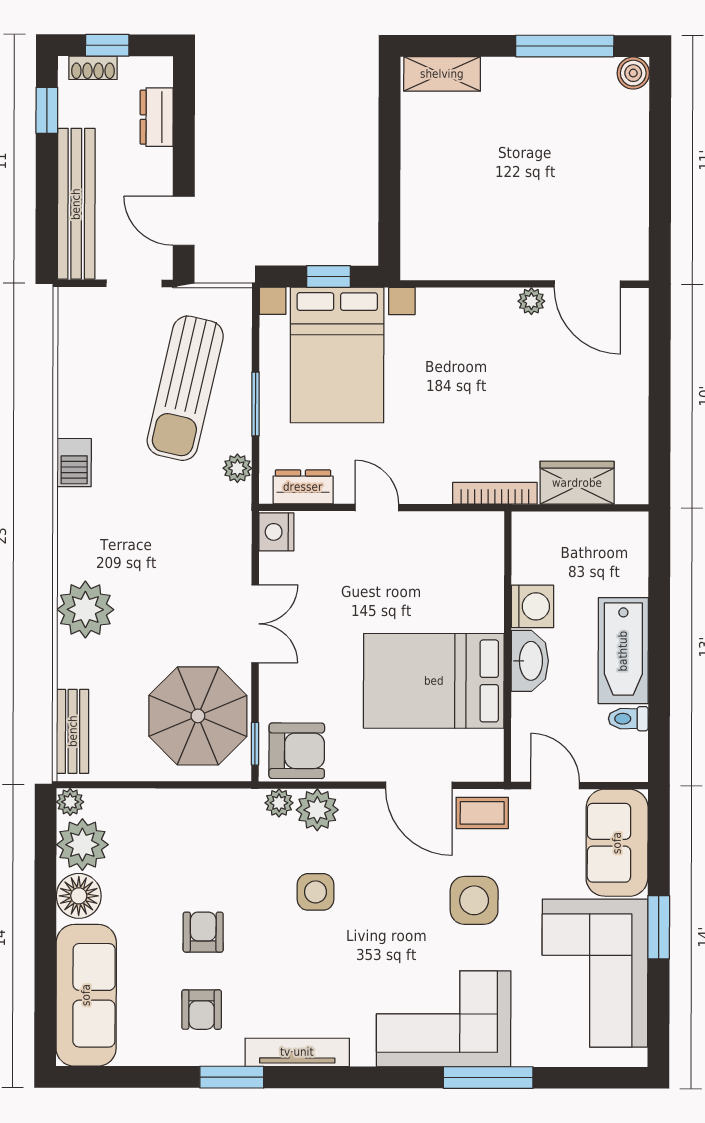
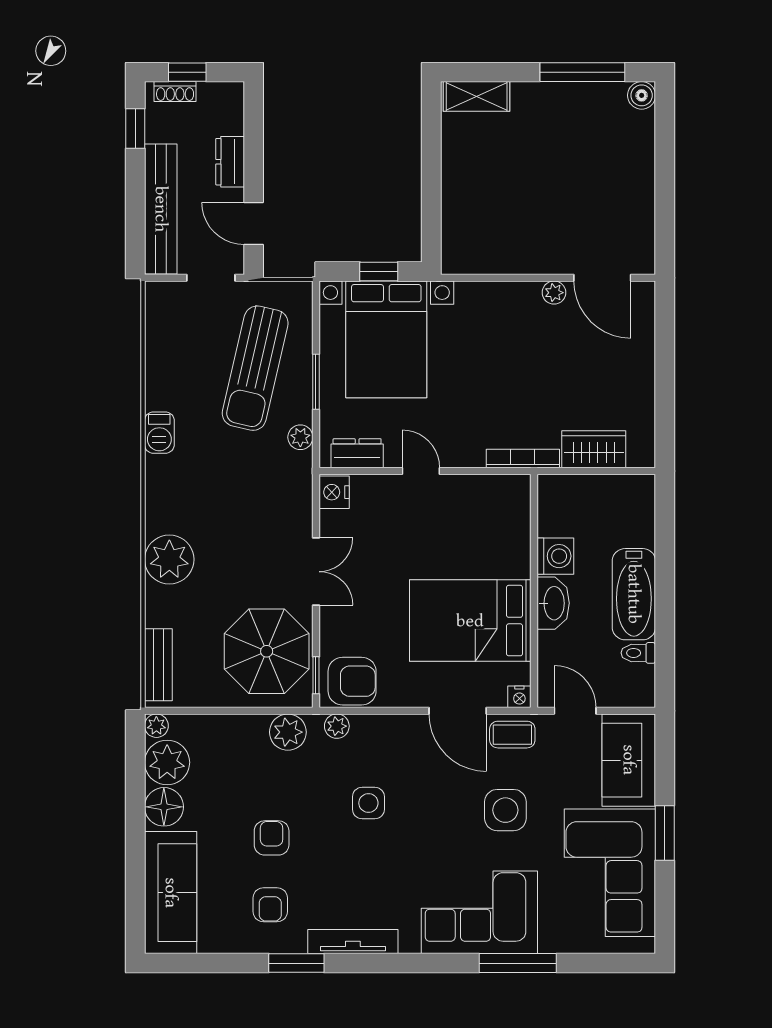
dresser: (157, 117) -> (230, 162), moved
nightstand: (491, 769) -> (519, 697), added
plant: (317, 810) -> (288, 732), moved

